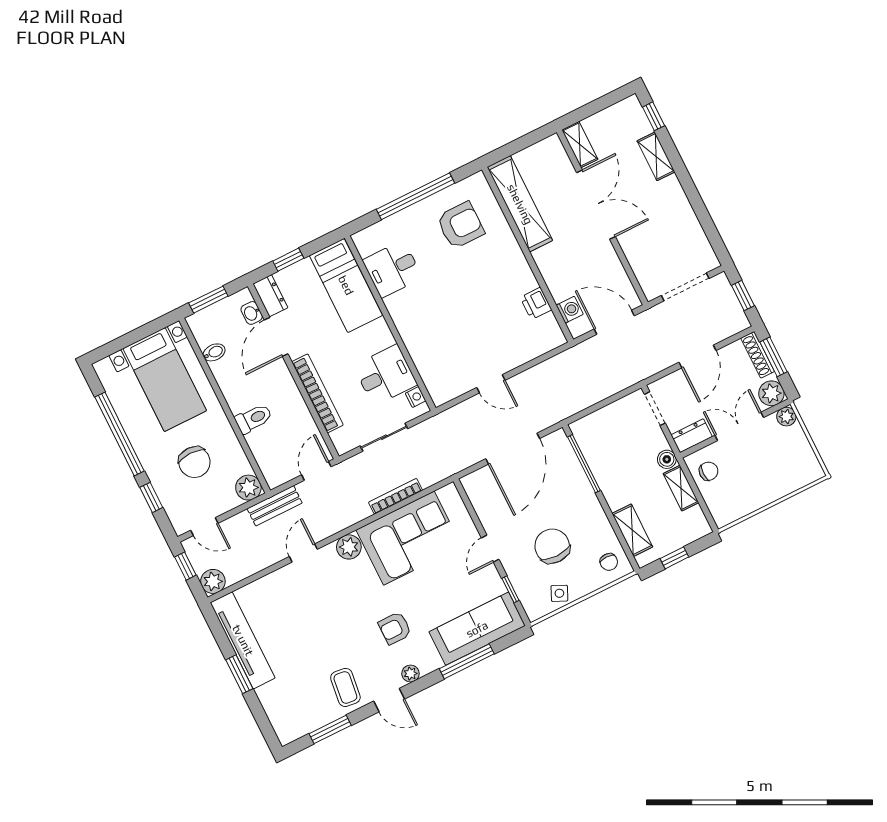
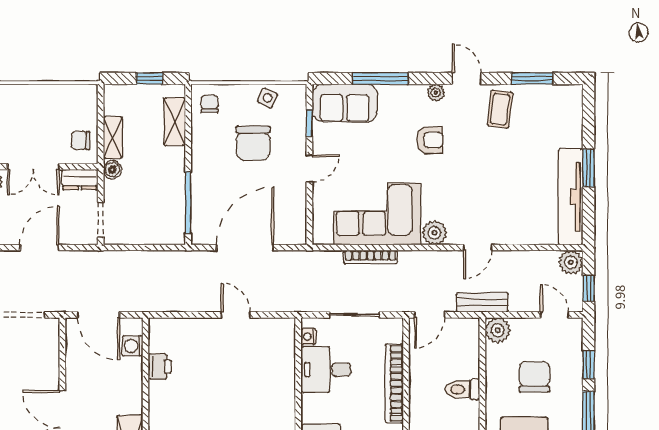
sofa: (477, 629) -> (345, 103), width x0.73

